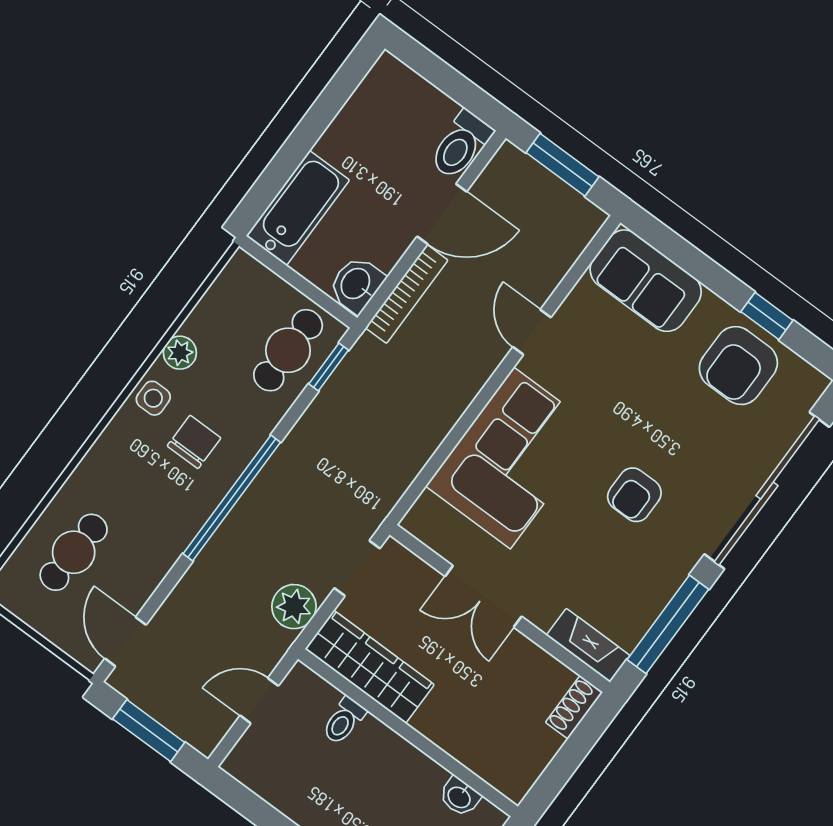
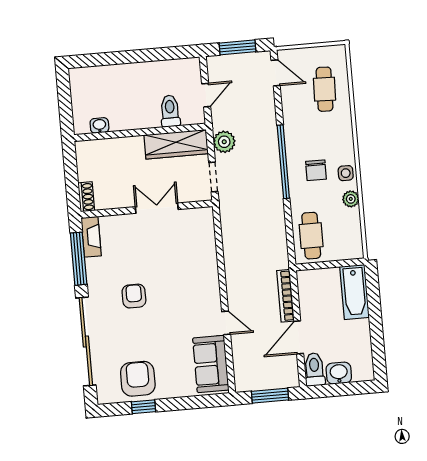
sofa: (646, 281) -> (211, 364), moved, turned -90
washbasin: (356, 284) -> (339, 373), moved, turned -90
window: (329, 367) -> (290, 243), removed
corner sofa: (512, 458) -> (192, 269), removed
fireplace: (588, 645) -> (91, 237), moved, turned -90
toilet: (344, 721) -> (170, 111), width x1.37, depth x1.39

